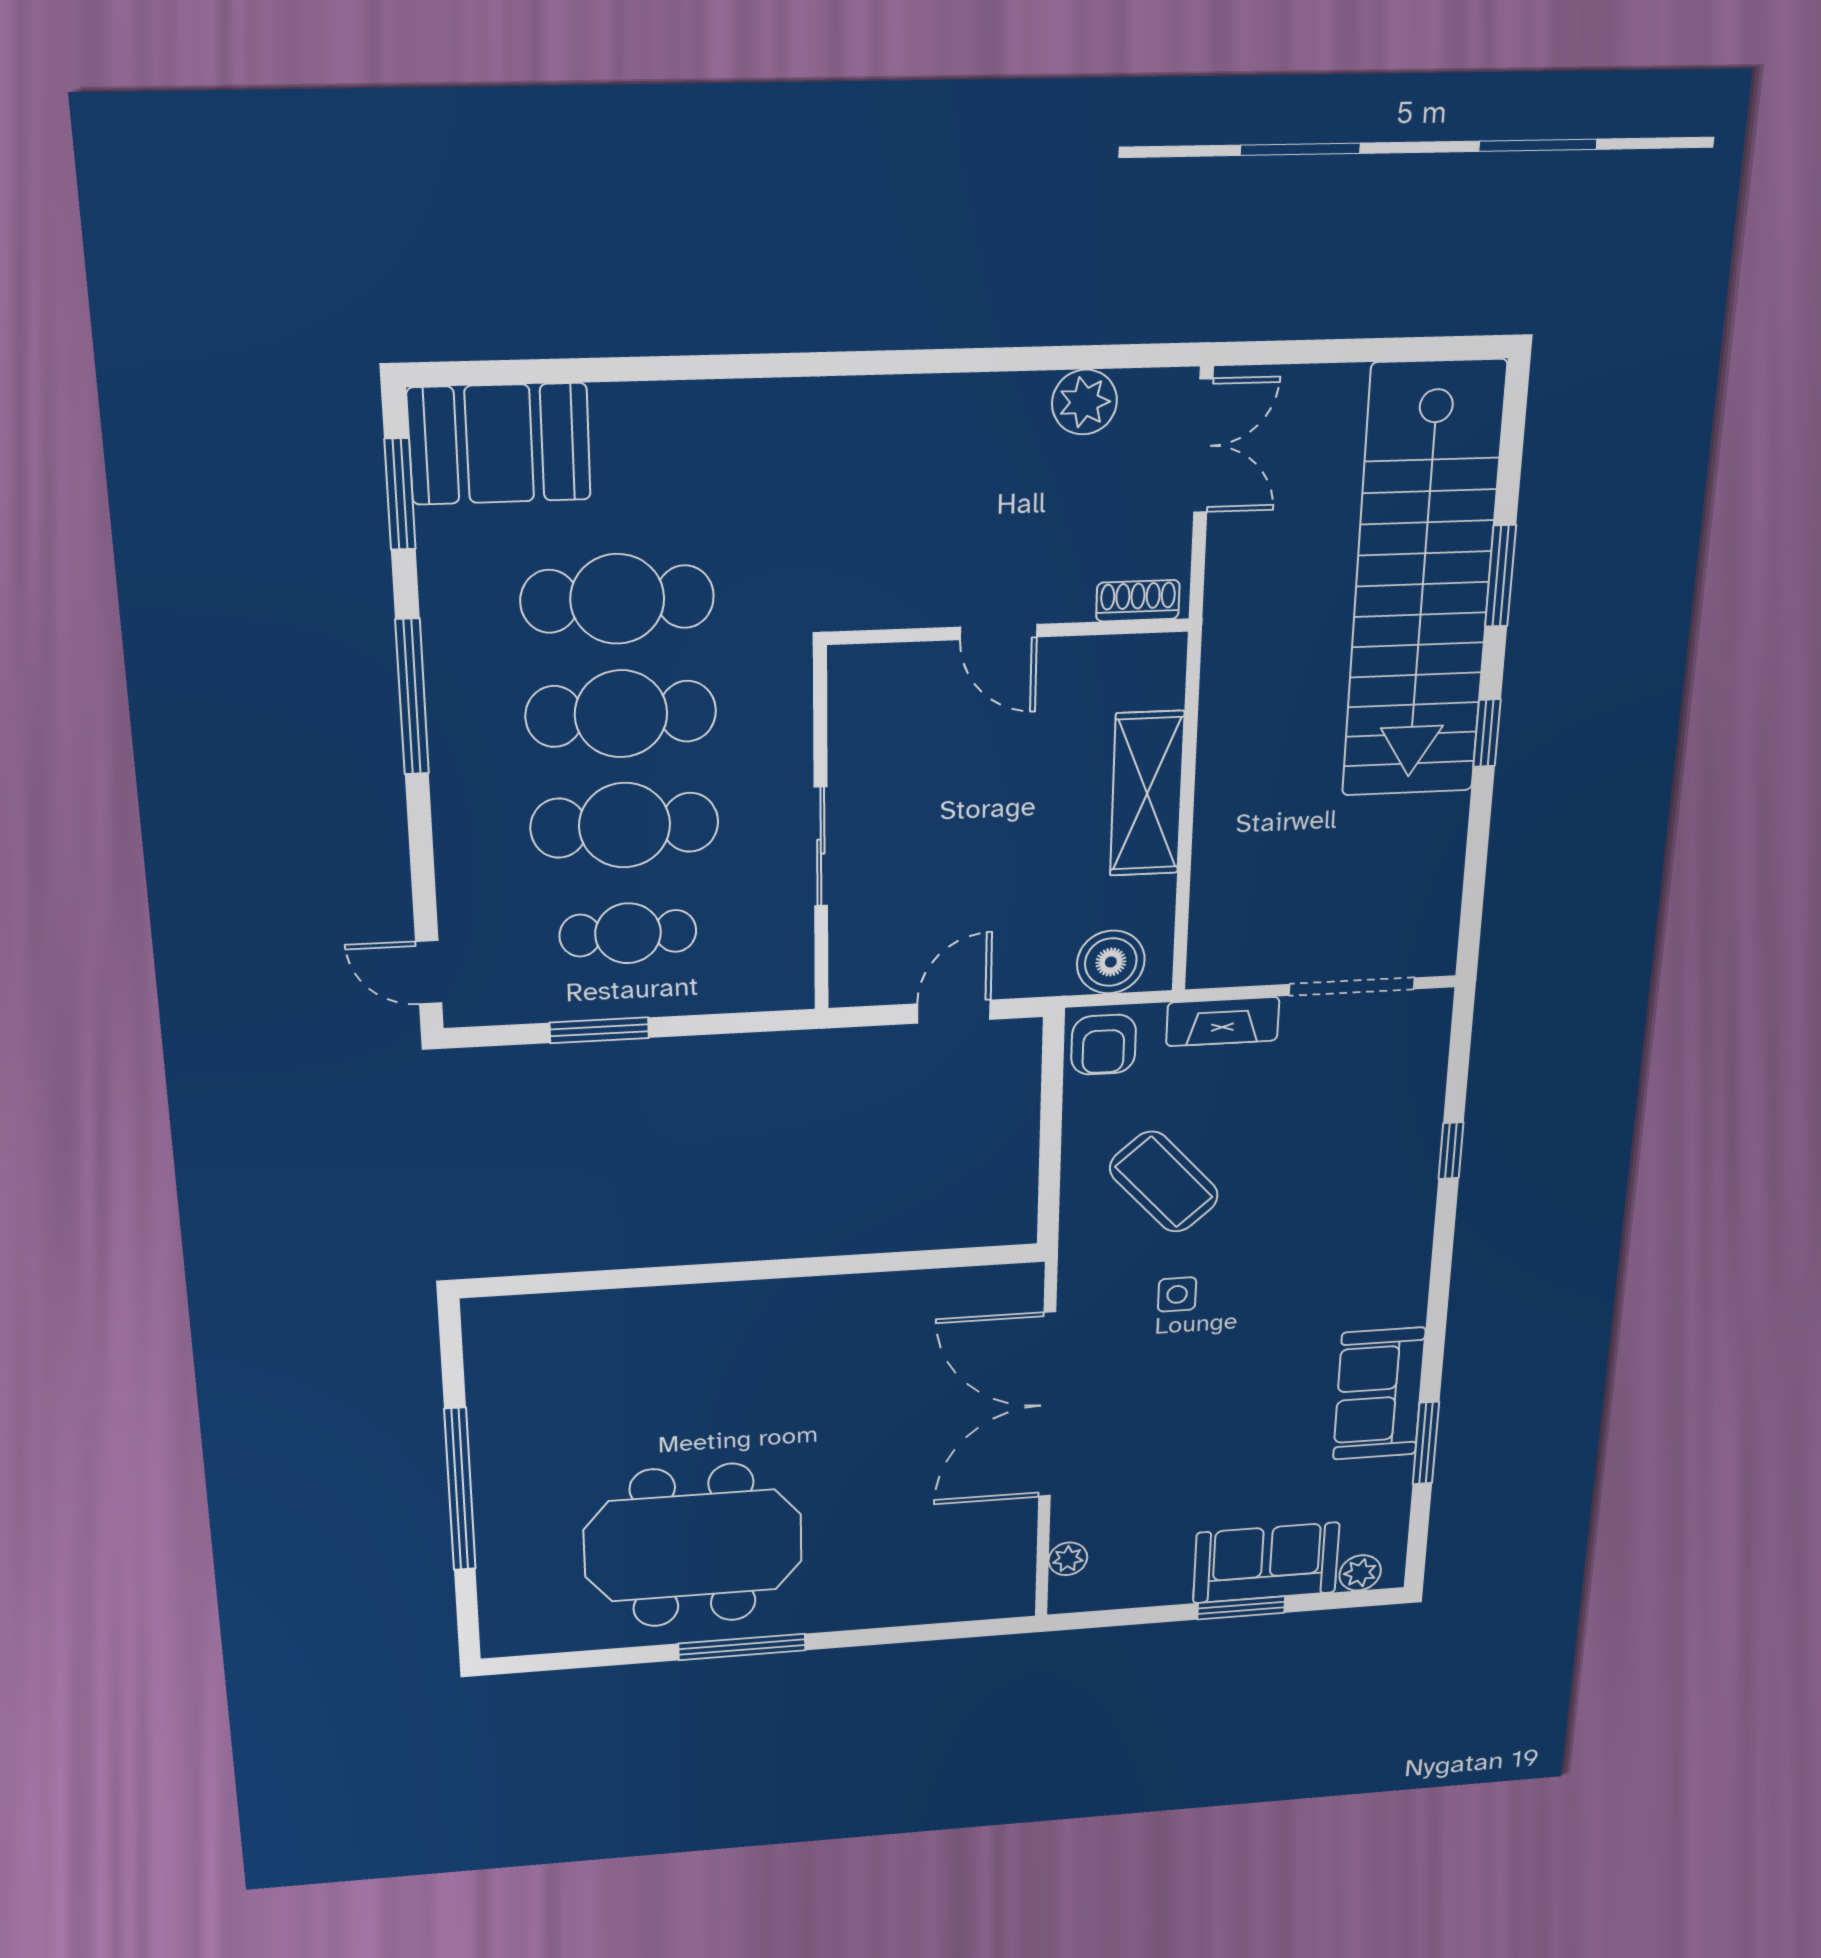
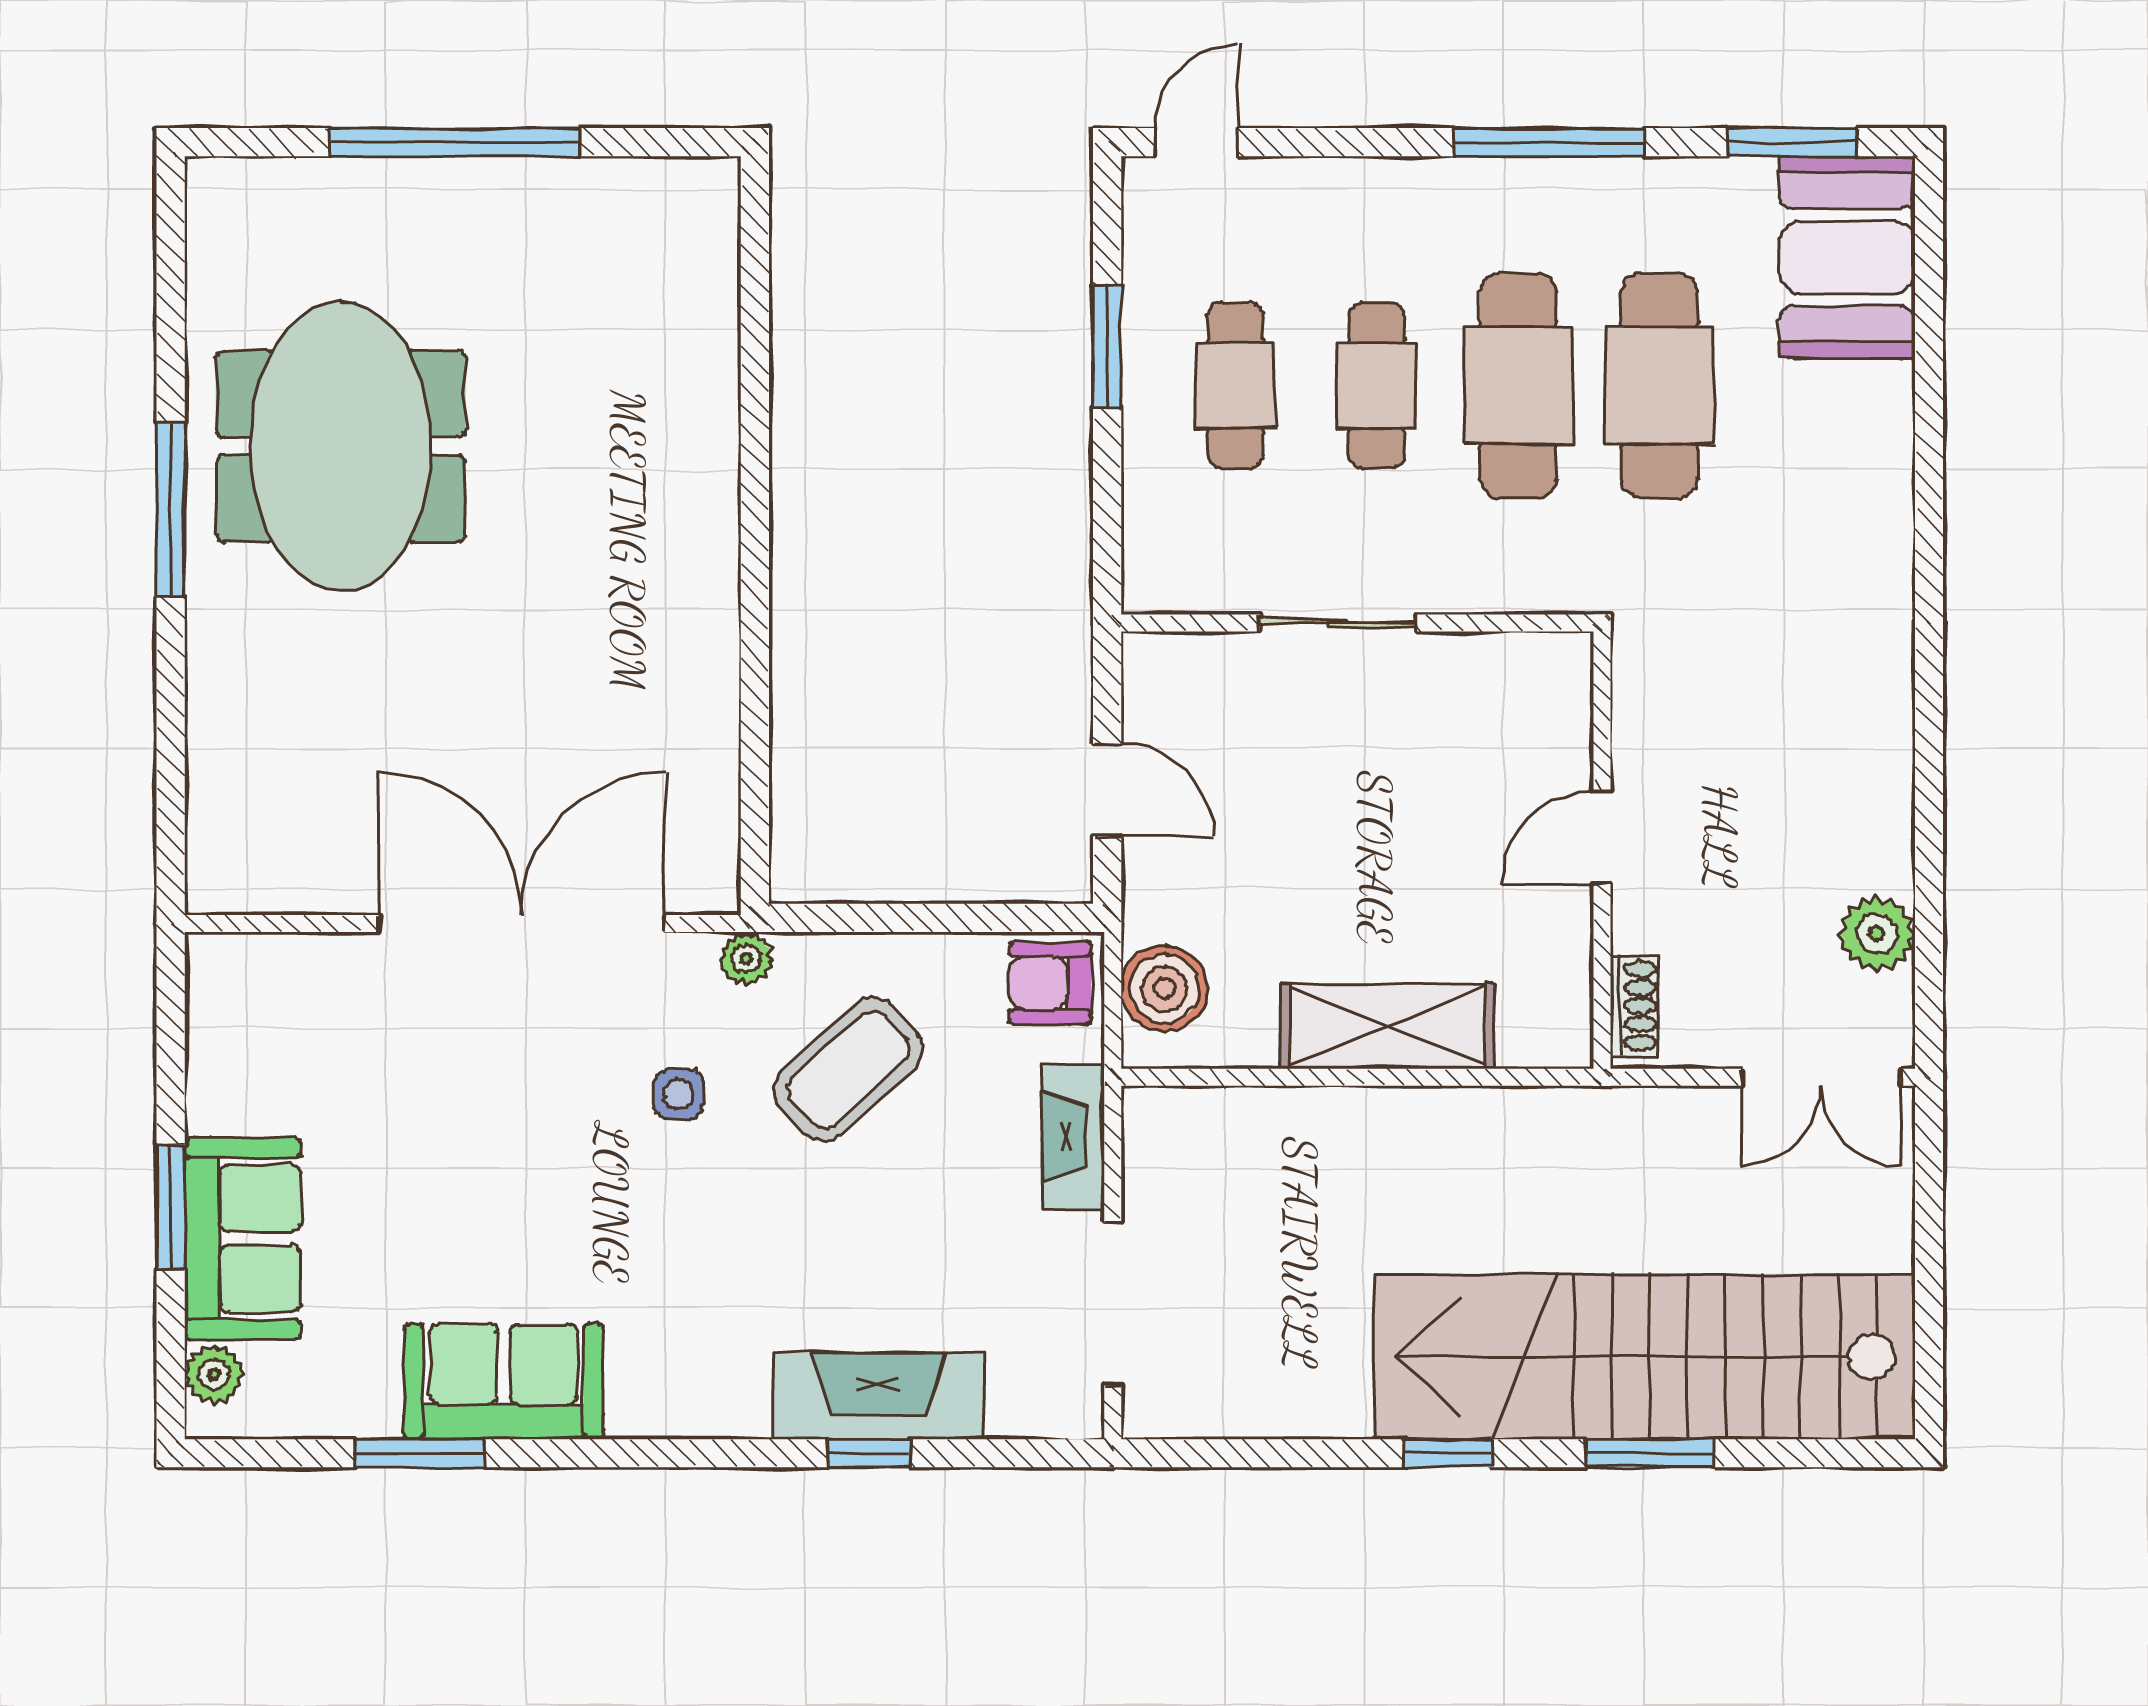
cafe table: (625, 825) -> (1377, 385), width x0.73, depth x0.74
fireplace: (1409, 1147) -> (878, 1396), added
plant: (1068, 1559) -> (746, 959), moved

